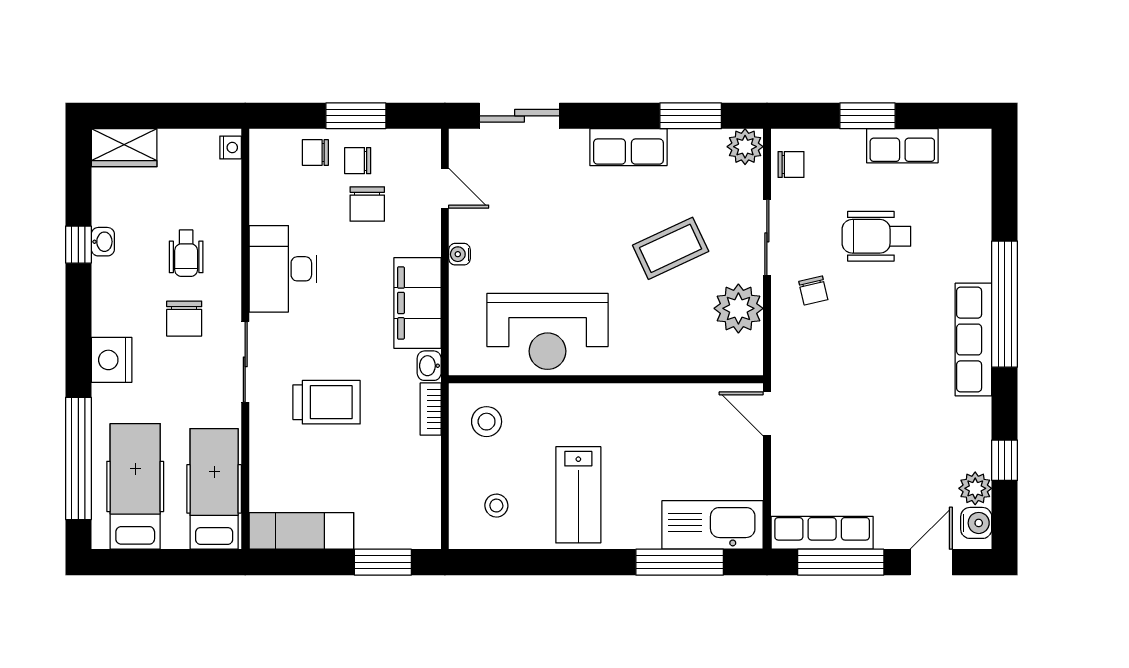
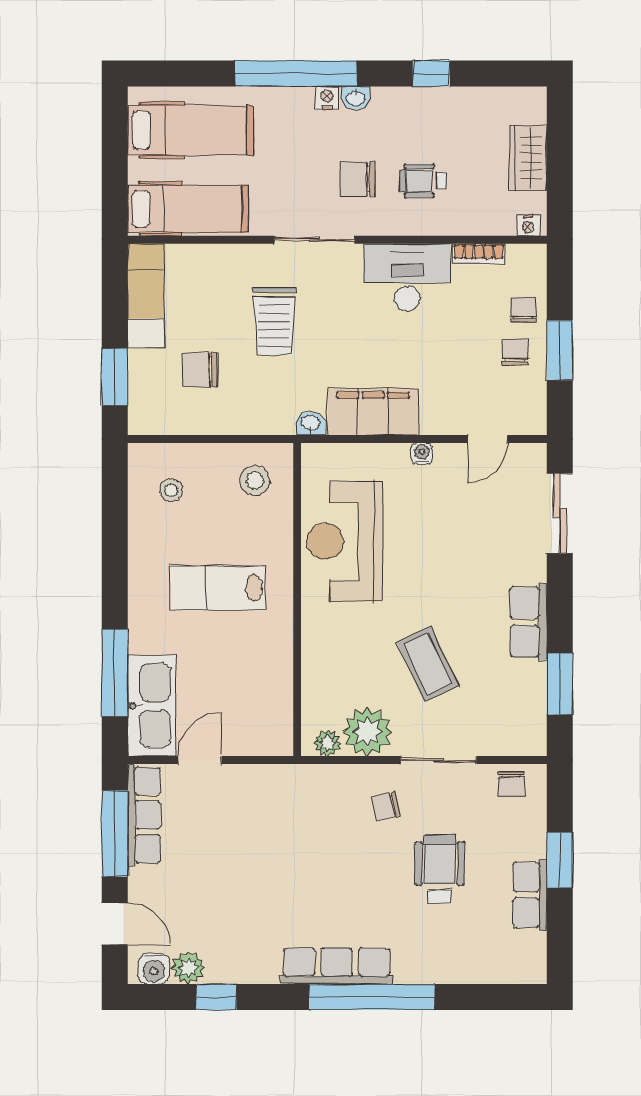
plant: (745, 147) -> (327, 743), moved, width x0.73, depth x0.73
wardrobe: (124, 148) -> (528, 158), moved
chair: (367, 204) -> (200, 370), moved
washbasin: (103, 242) -> (356, 98), moved
nightstand: (112, 360) -> (327, 98), width x0.53, depth x0.56
bookcase: (431, 409) -> (479, 254), moved, turned 180
door: (767, 414) -> (200, 760), moved
window: (78, 458) -> (296, 74), moved
lab bench: (578, 495) -> (218, 588), moved

